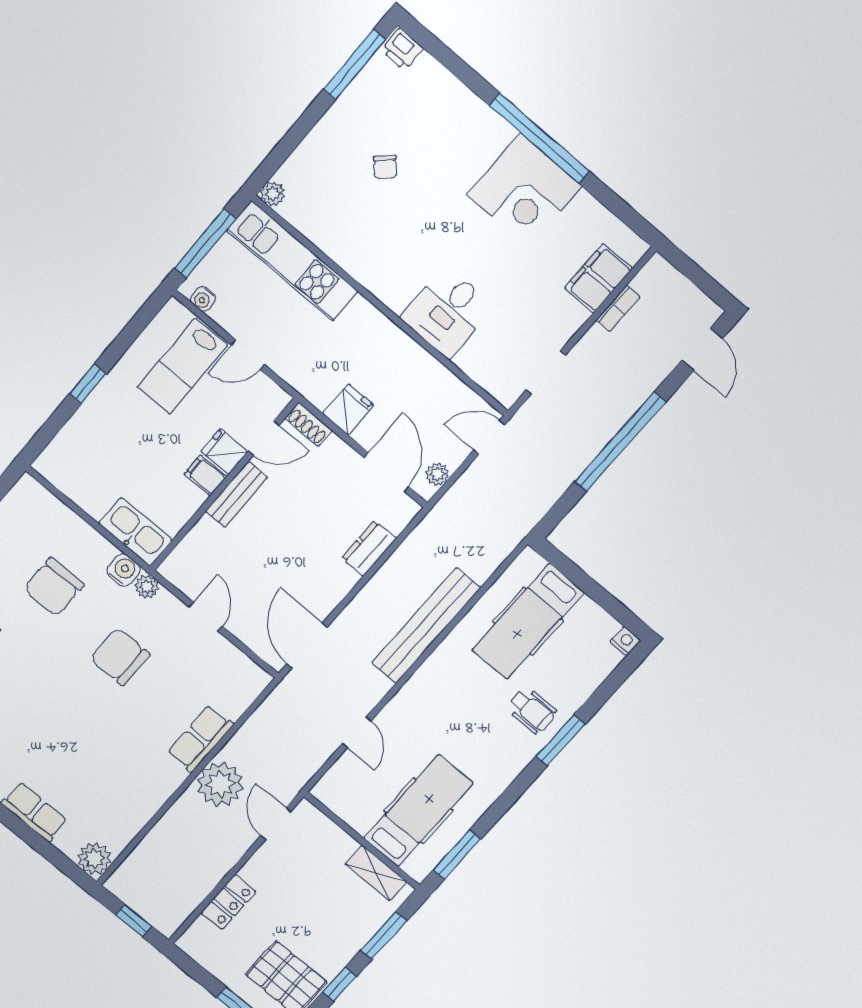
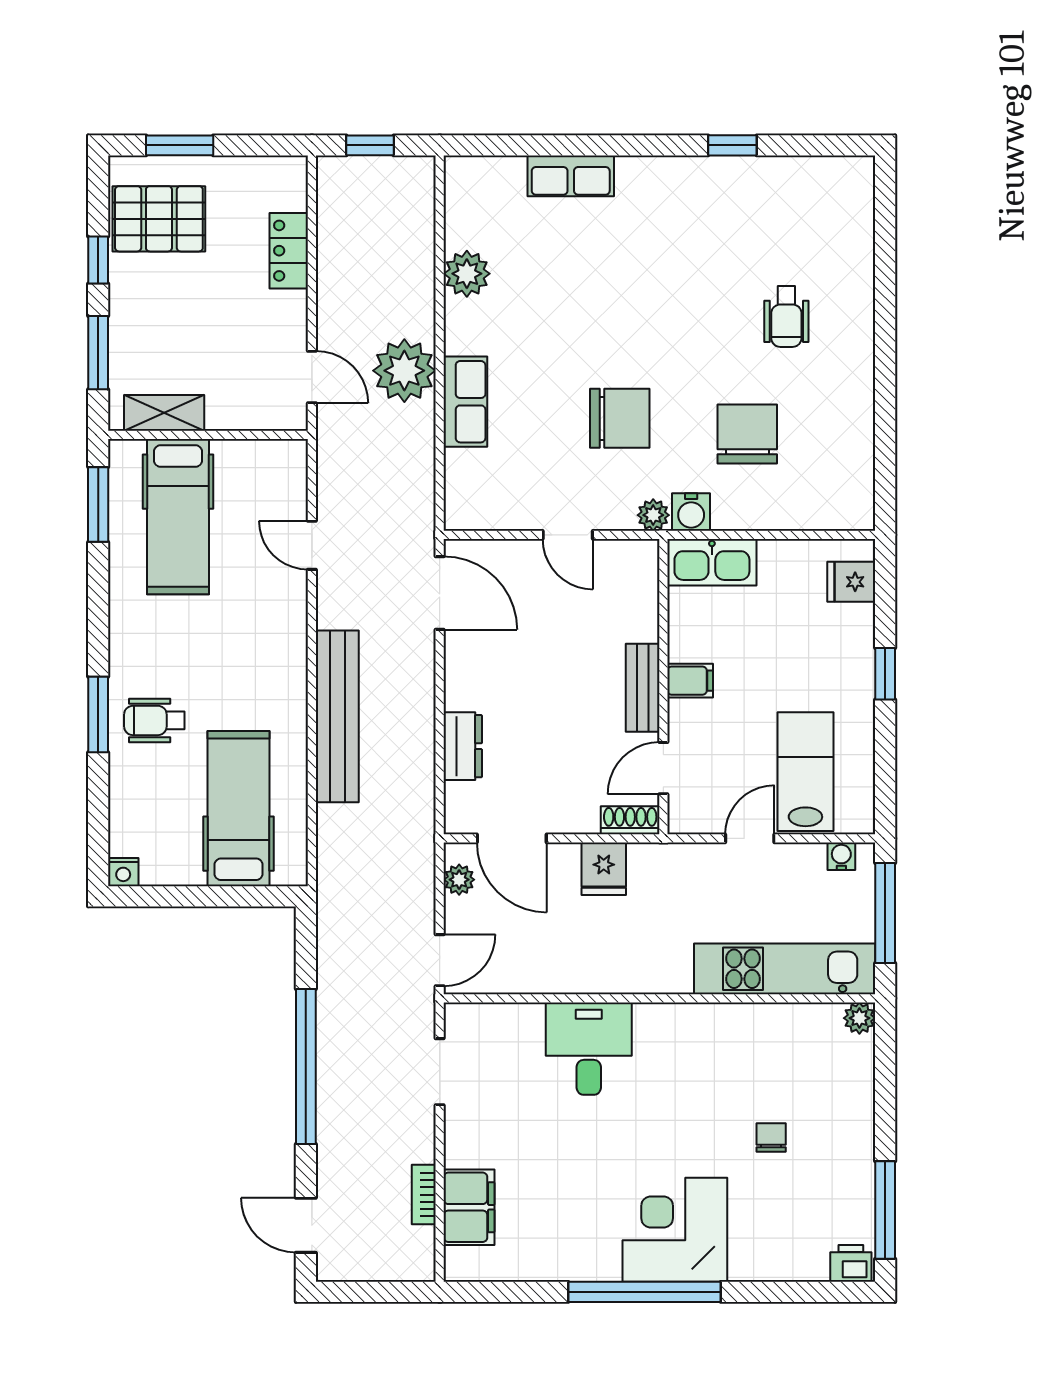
chair: (385, 167) -> (771, 1137), turned 44
corner desk: (524, 191) -> (675, 1230), moved
fridge: (224, 452) -> (851, 582), moved, turned 180
plant: (94, 859) -> (467, 274), moved

